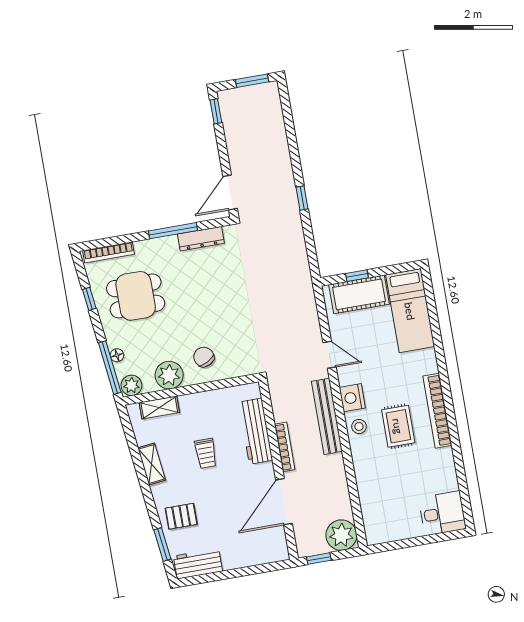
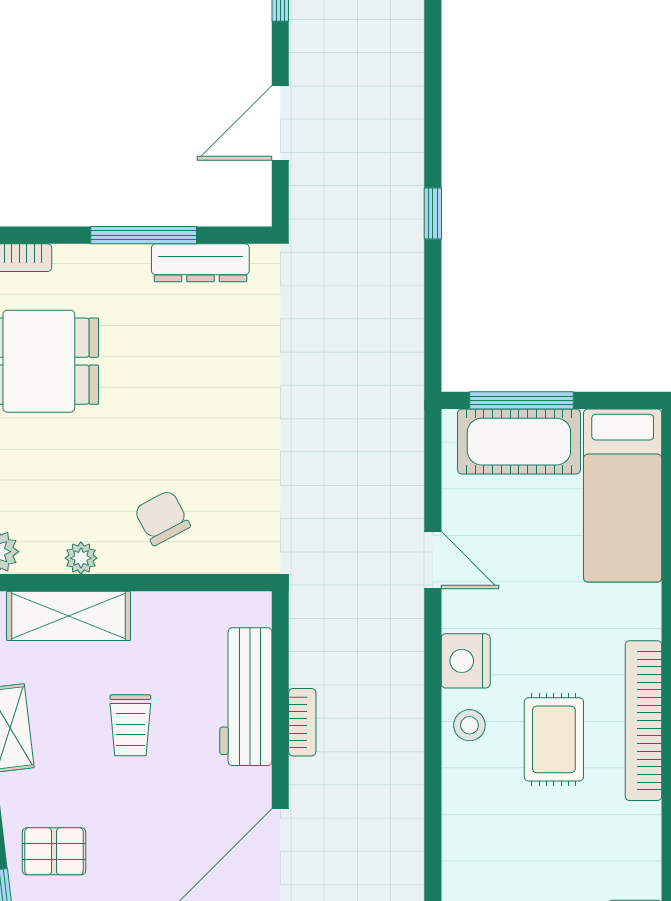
door: (230, 193) -> (280, 123), moved
window: (357, 276) -> (522, 400), width x2.17
plant: (169, 375) -> (81, 558), width x0.53, depth x0.53
shelving: (159, 408) -> (69, 616), width x1.50, depth x1.33
bench: (327, 416) -> (404, 691), removed
bookcase: (285, 447) -> (302, 722), width x0.64

